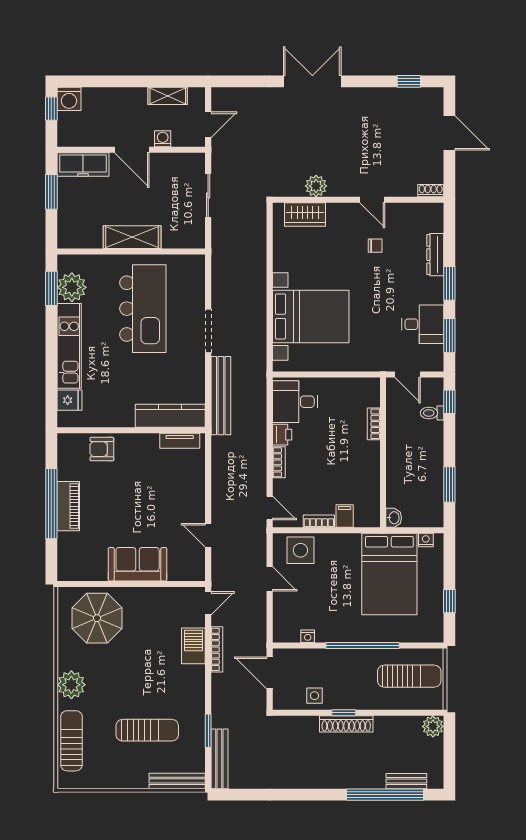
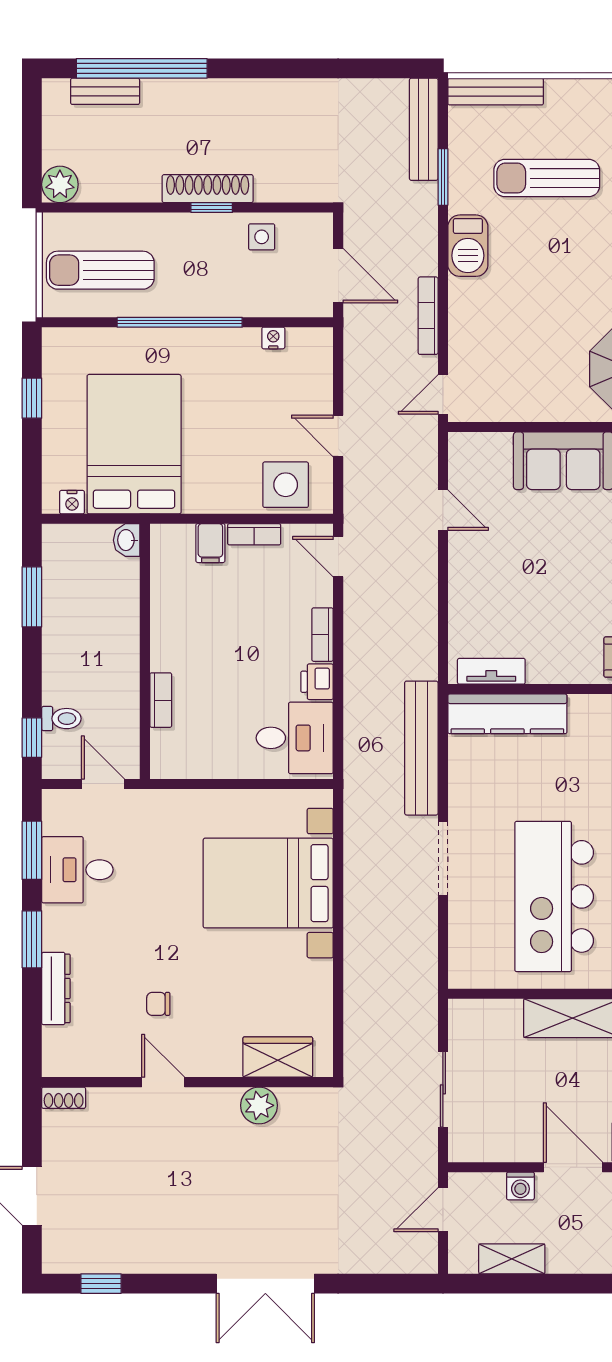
barbecue: (193, 646) -> (468, 246), moved

